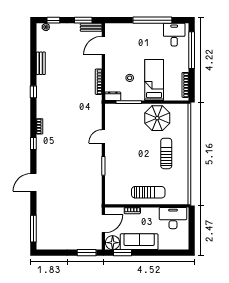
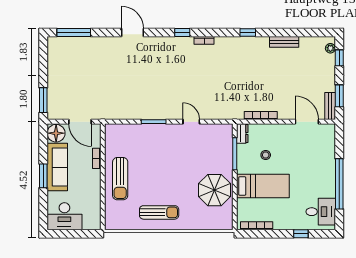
window: (192, 50) -> (301, 234), width x0.32
sun lounger: (166, 153) -> (159, 212), moved
desk: (173, 218) -> (64, 216), moved, turned 90
window: (122, 253) -> (43, 176), moved

